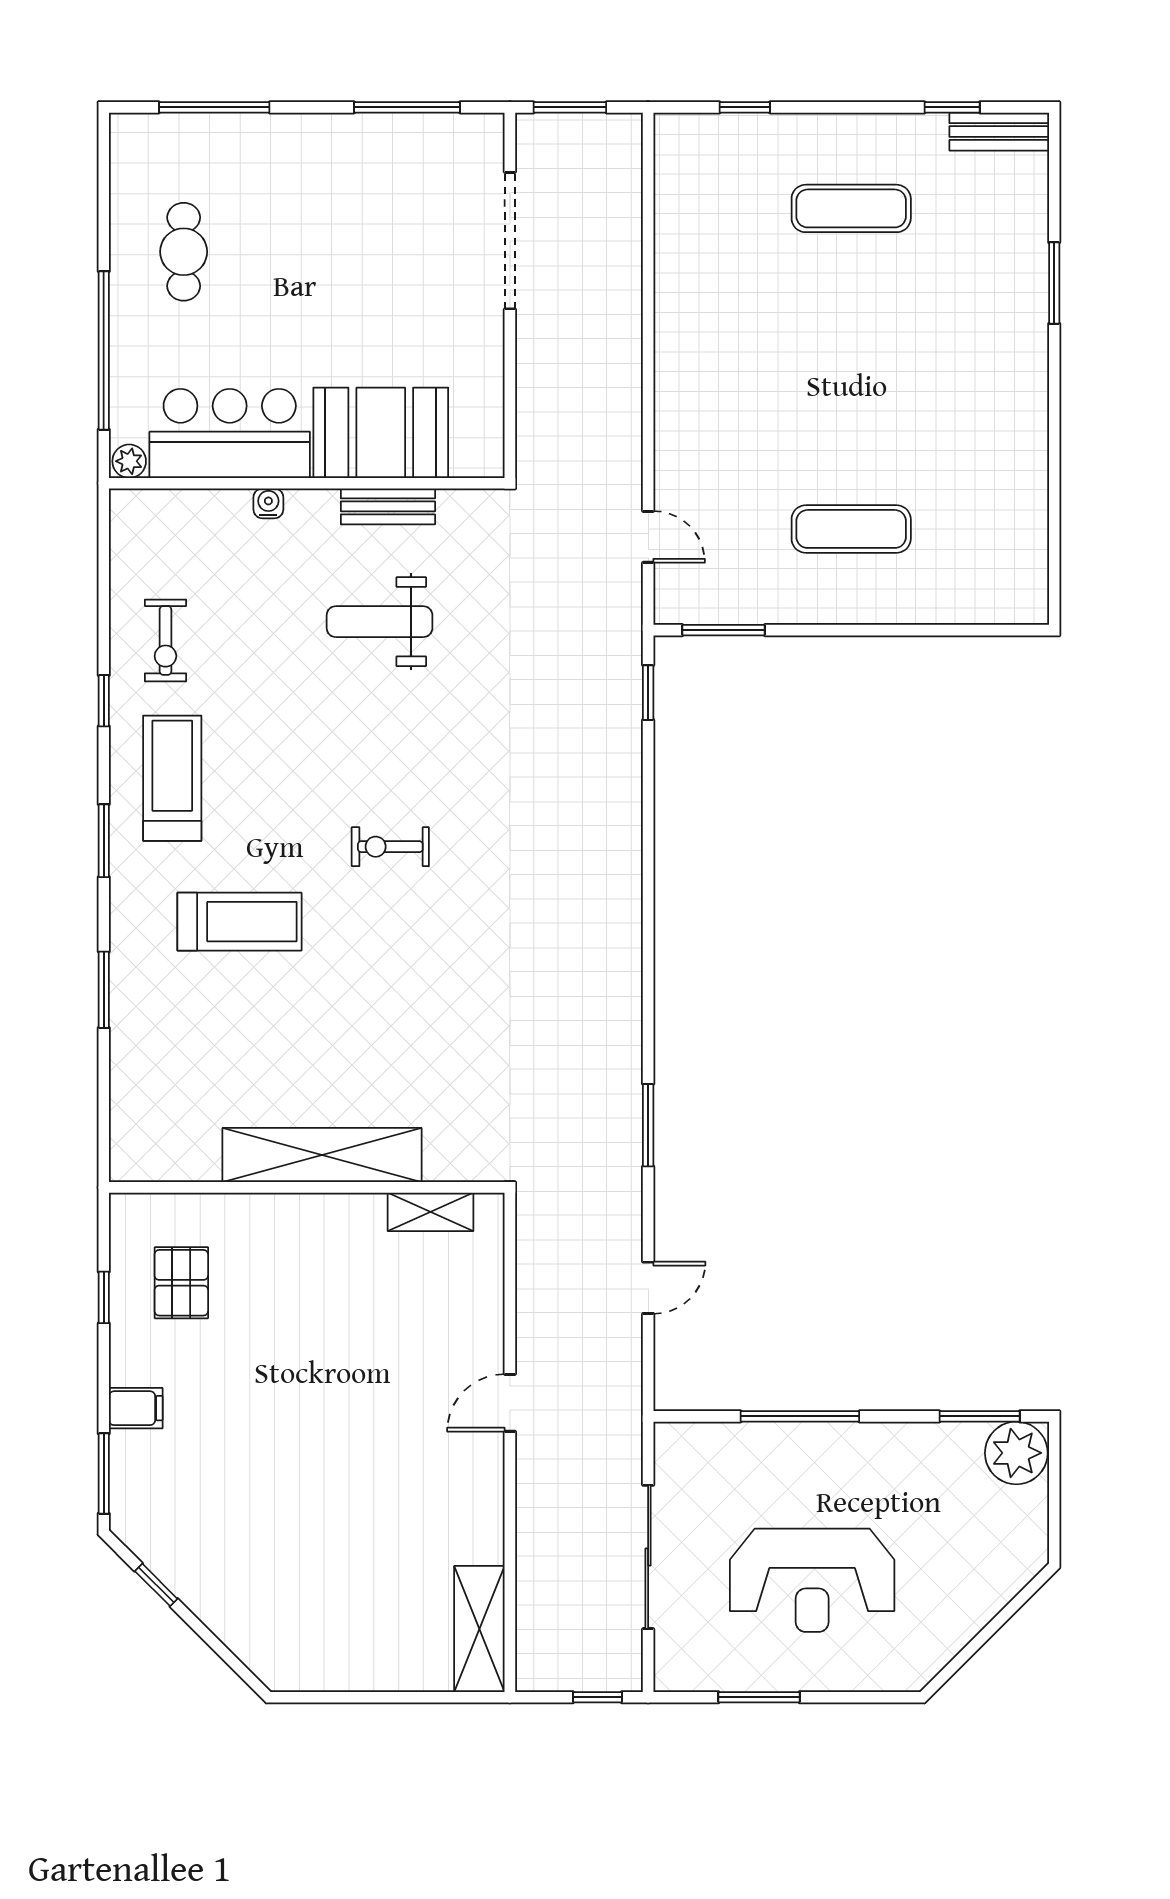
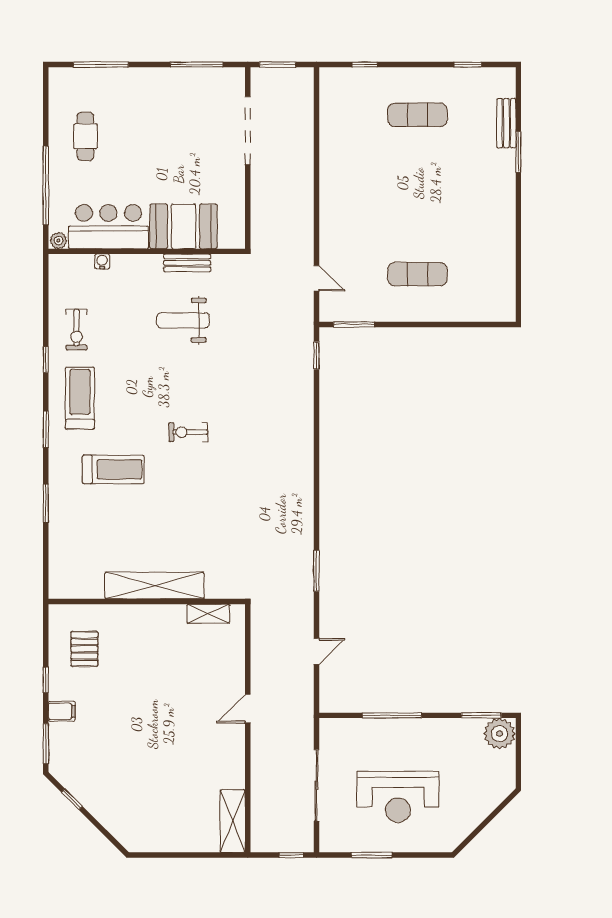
bench: (999, 132) -> (506, 123), moved, turned 90
water cooler: (268, 503) -> (102, 261), moved
window: (104, 1297) -> (46, 680), moved

